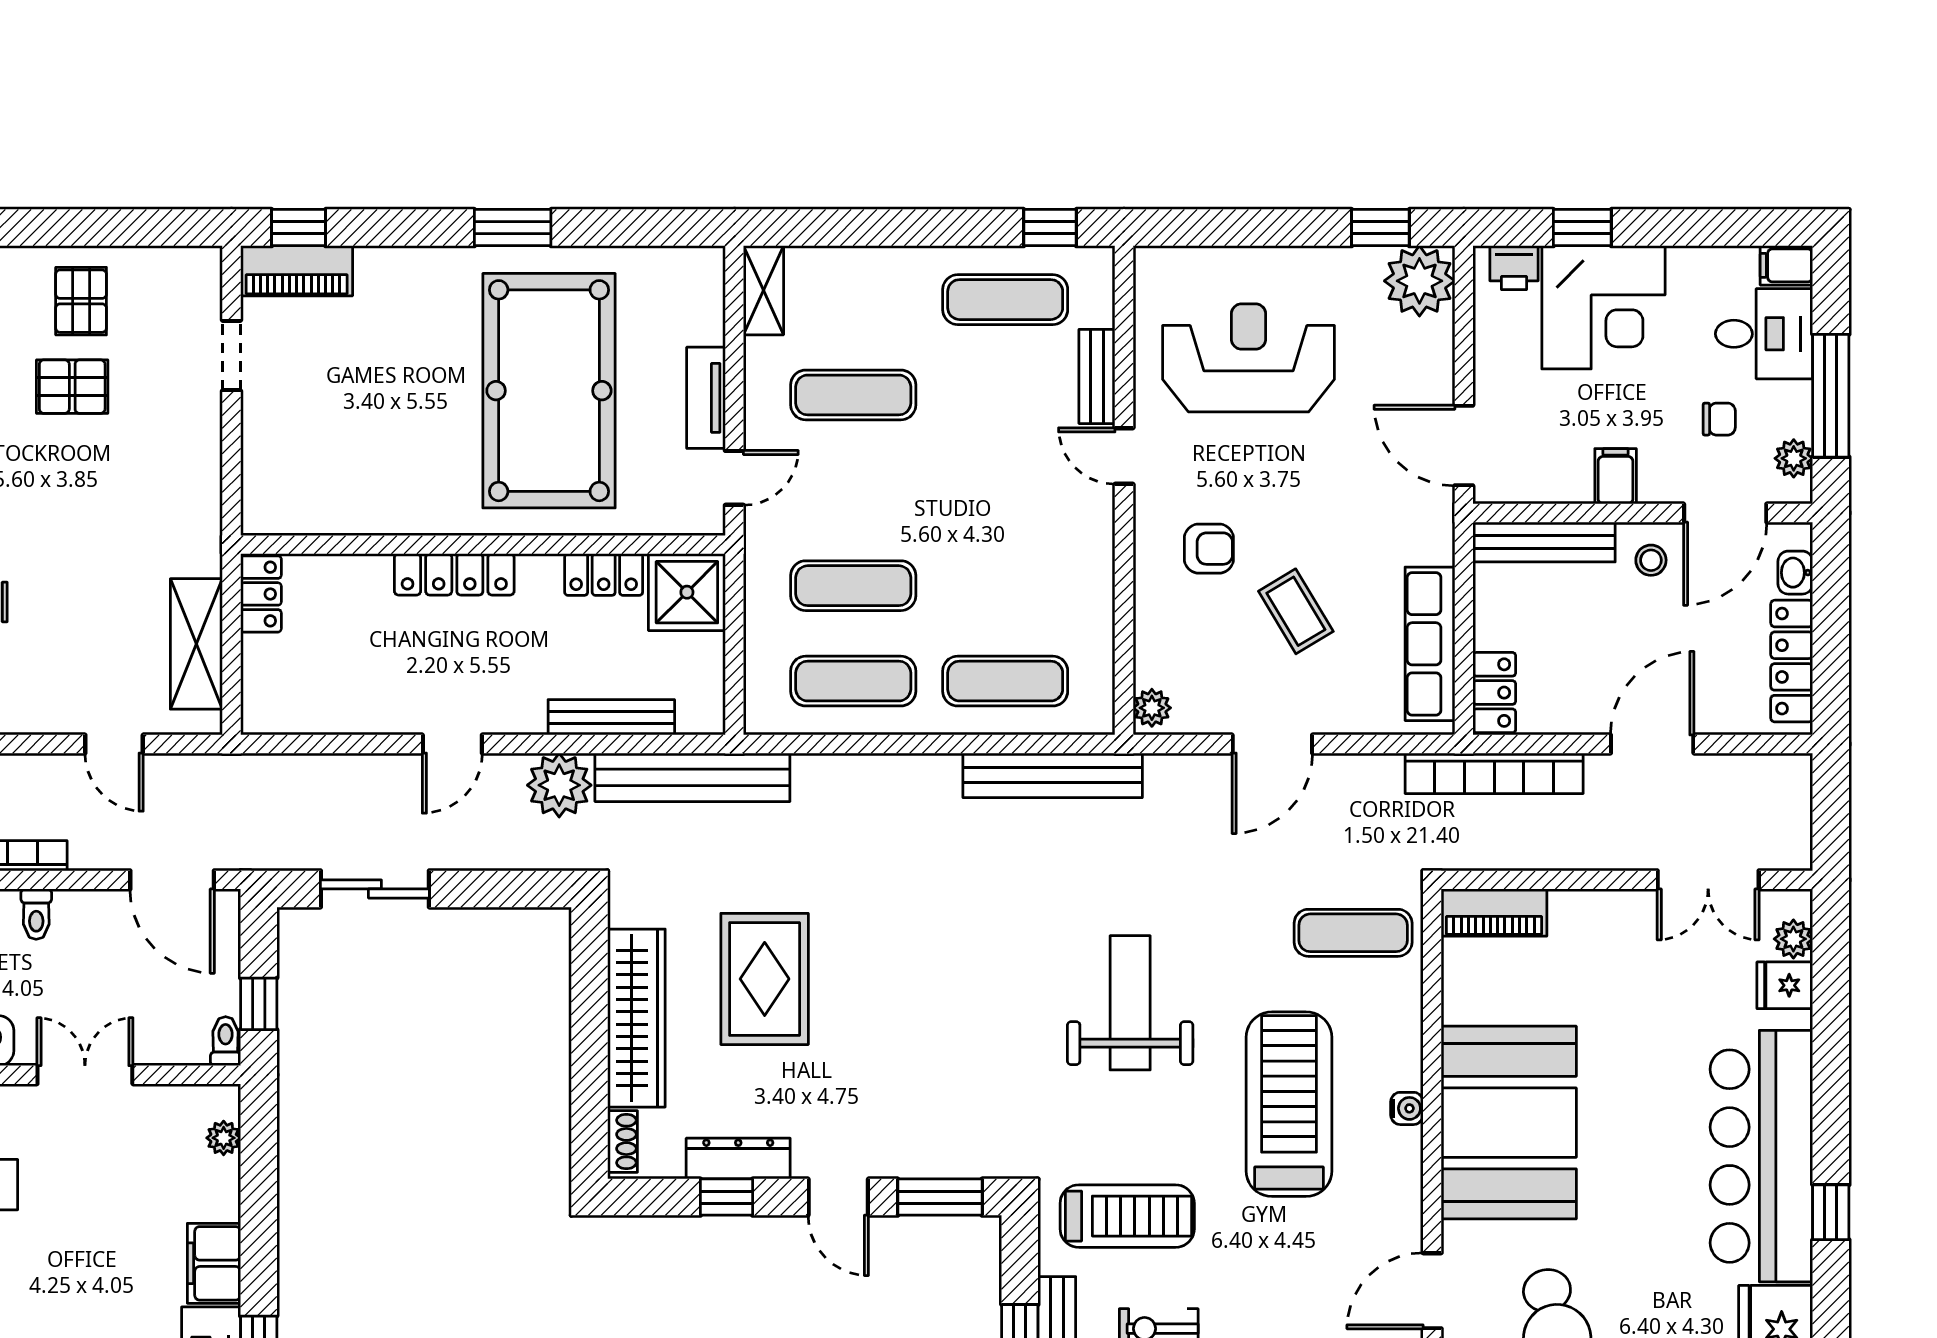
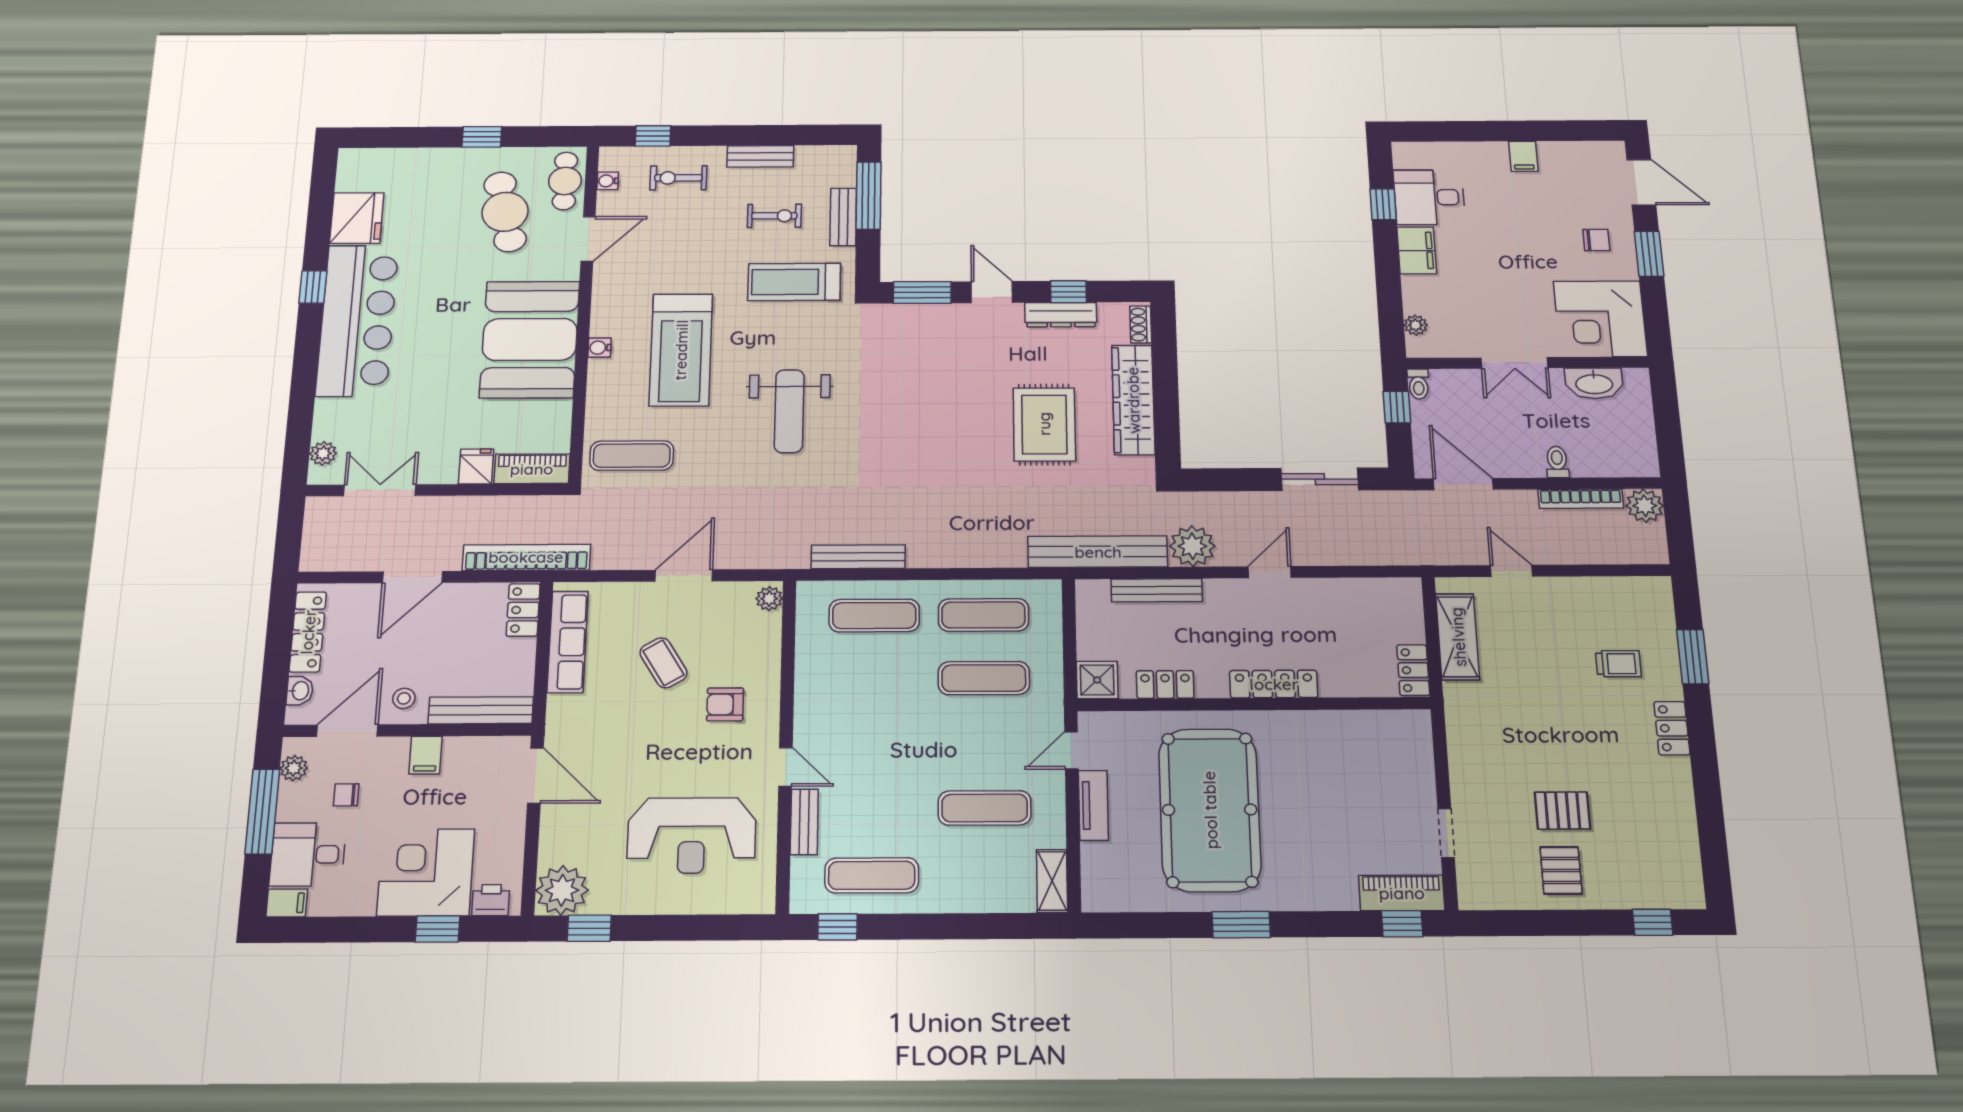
shower: (687, 592) -> (1097, 680), width x0.73, depth x0.73
bench: (1053, 775) -> (858, 557), width x0.73, depth x0.82
fridge: (1785, 985) -> (476, 466), moved, turned -90

